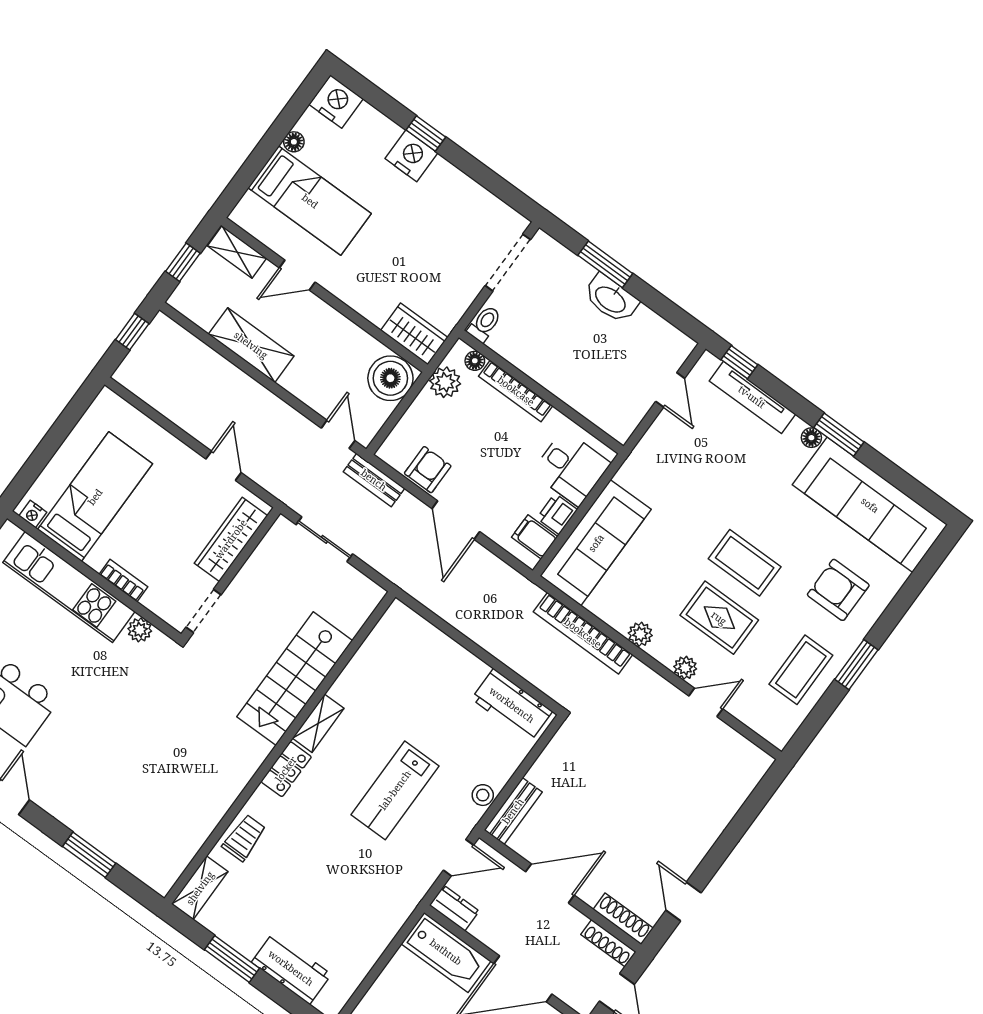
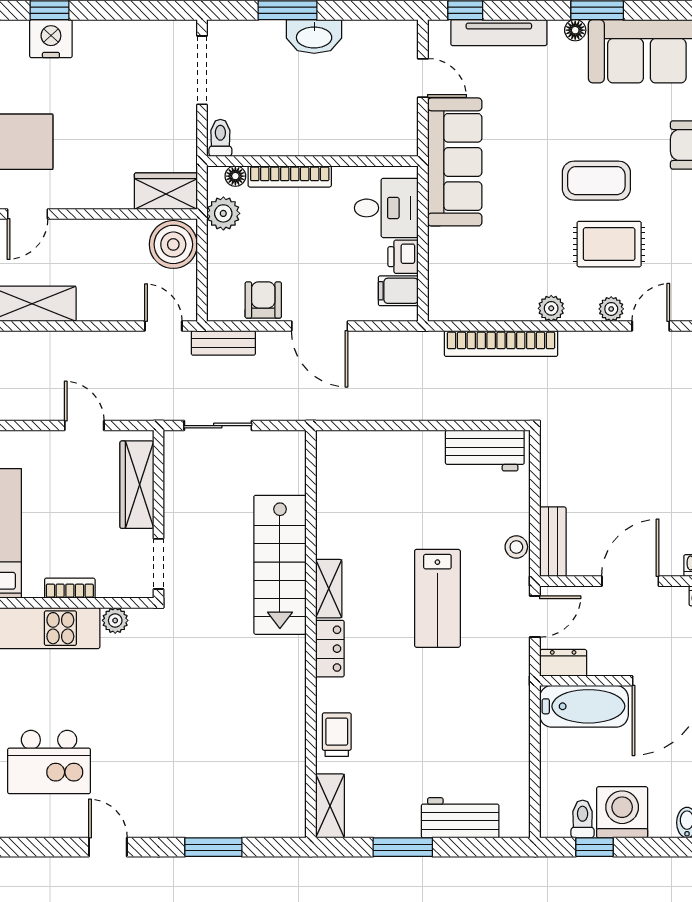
sofa: (596, 543) -> (455, 162), moved

